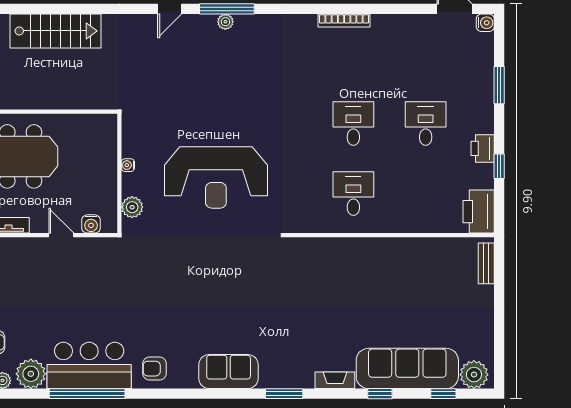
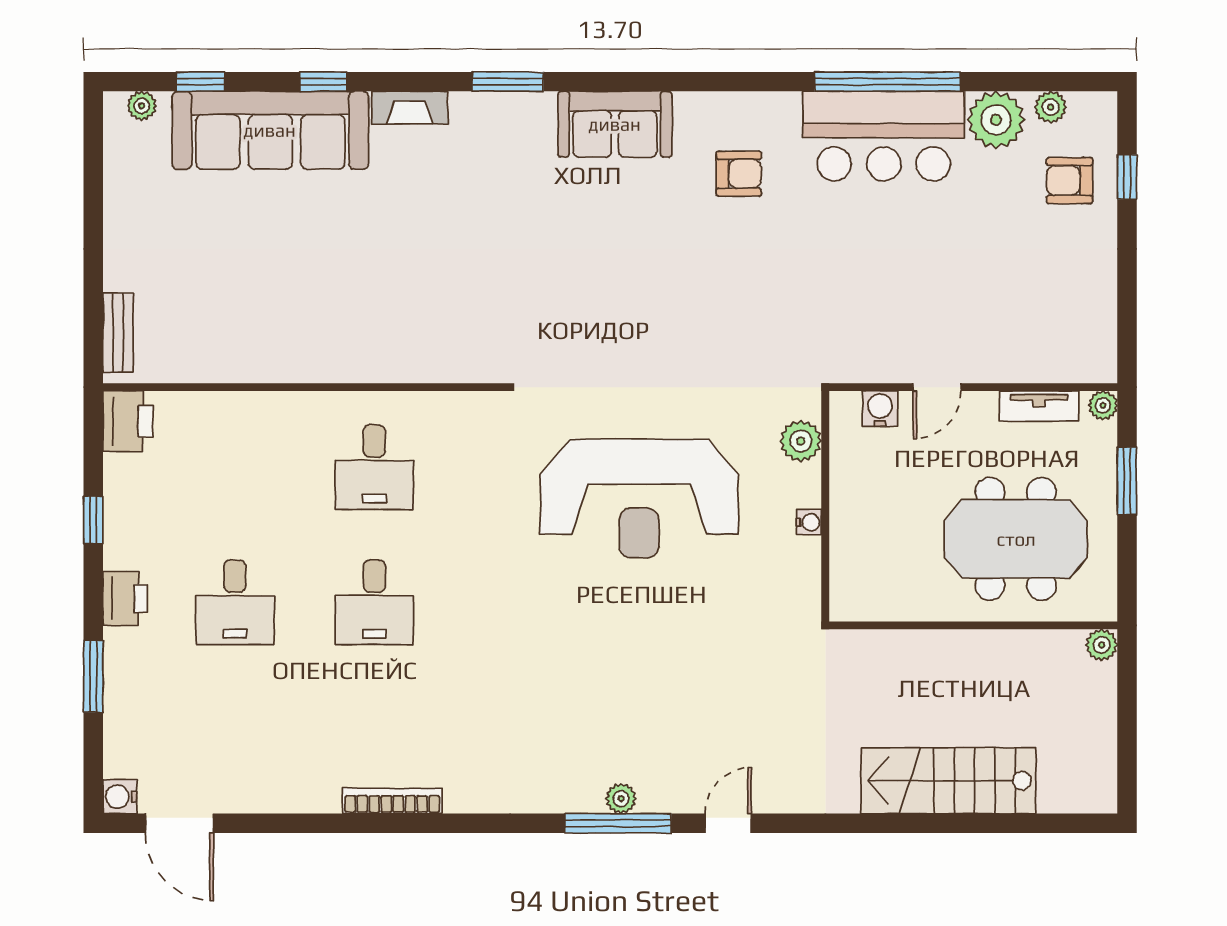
printer: (483, 148) -> (125, 598), moved
reception desk: (216, 177) -> (639, 498), turned 180
printer: (479, 212) -> (128, 421), width x0.73, depth x0.84
door: (61, 235) -> (937, 387), hinge flipped
armchair: (154, 369) -> (739, 174), moved
plant: (474, 375) -> (142, 106), width x0.53, depth x0.53

